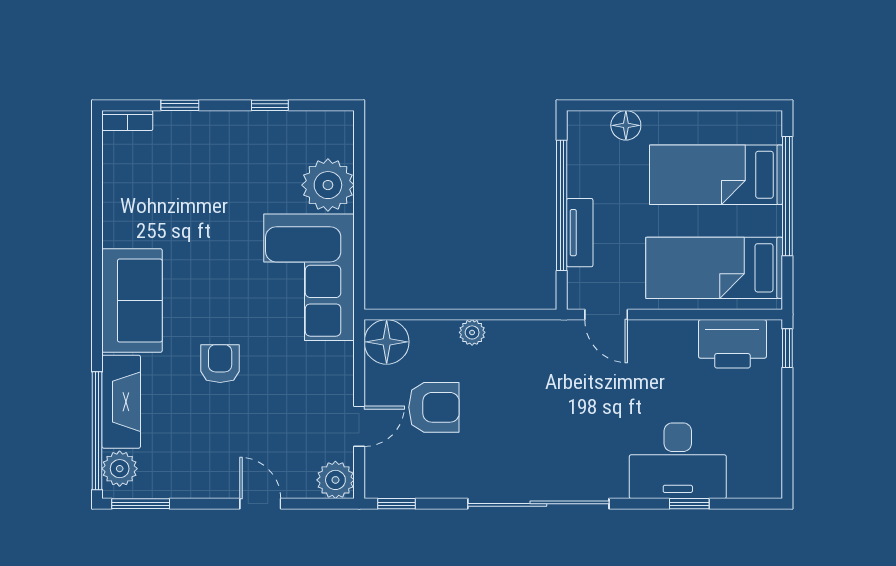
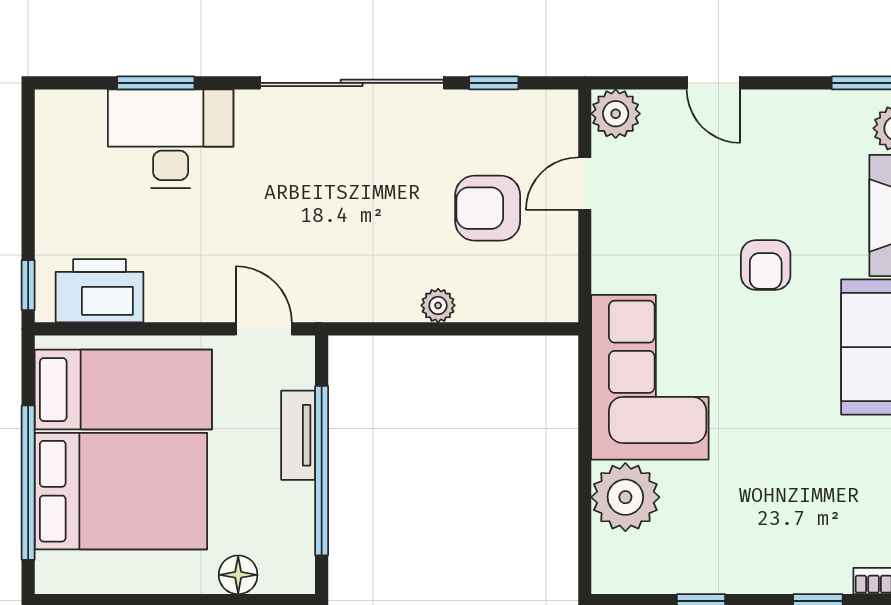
bed: (716, 175) -> (121, 491), width x1.50
floor lamp: (387, 342) -> (549, 293), removed
window: (396, 504) -> (494, 83), moved
window: (689, 504) -> (156, 83), width x1.50

